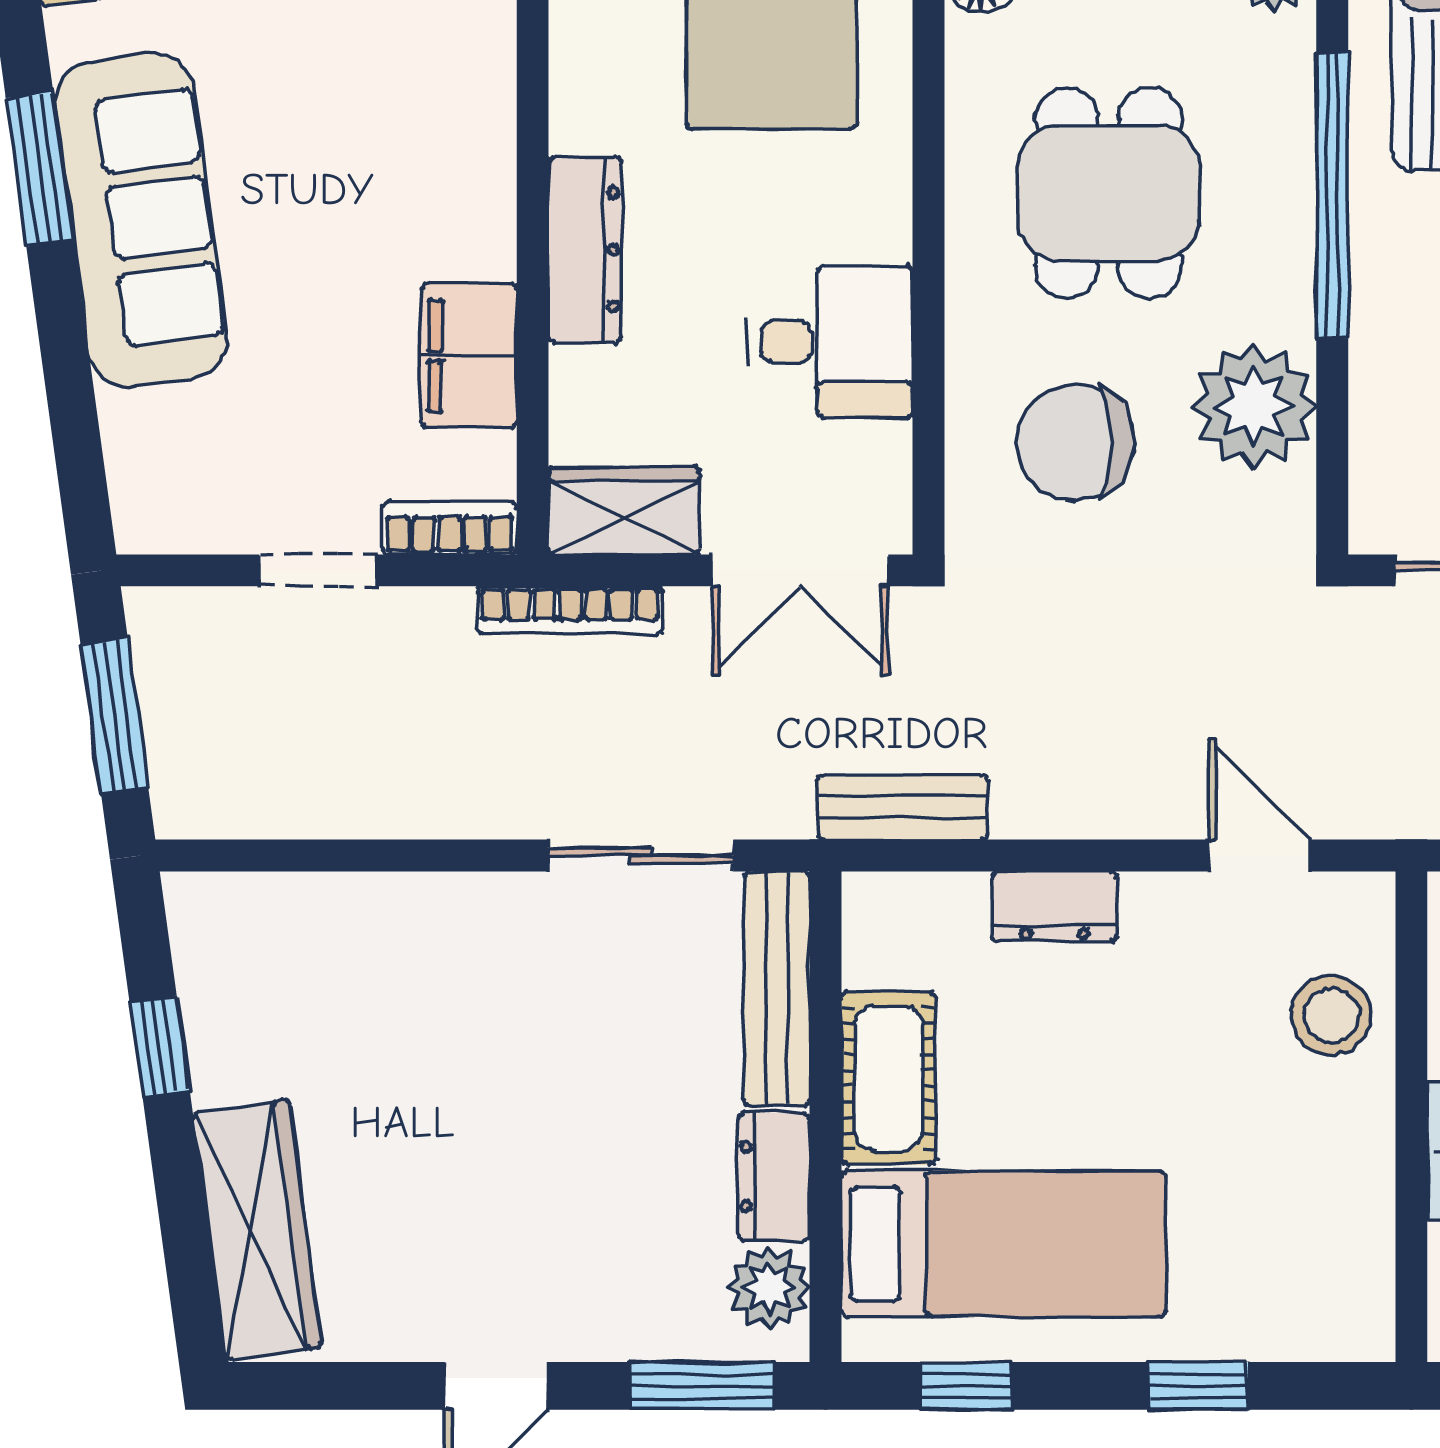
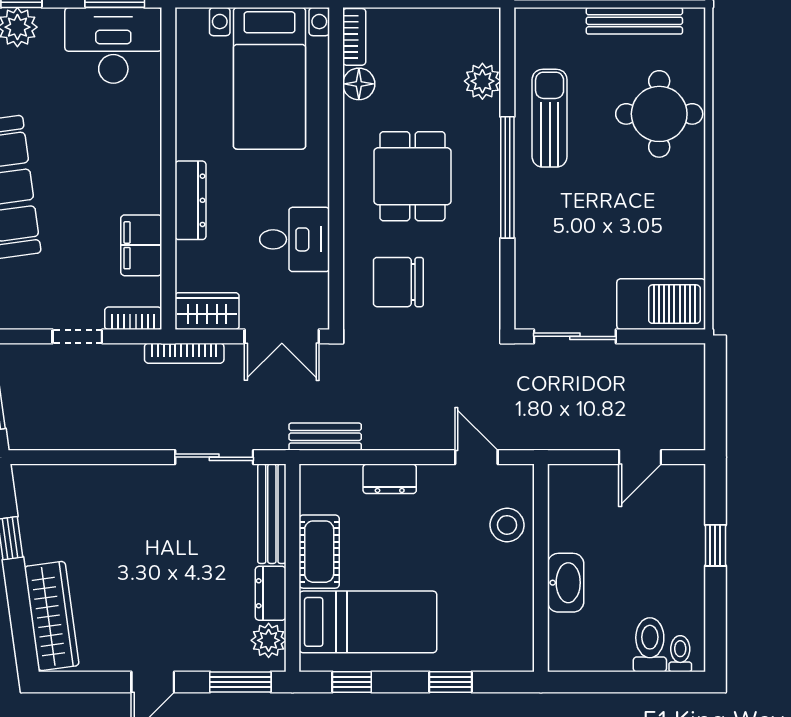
plant: (1254, 406) -> (474, 267), removed

